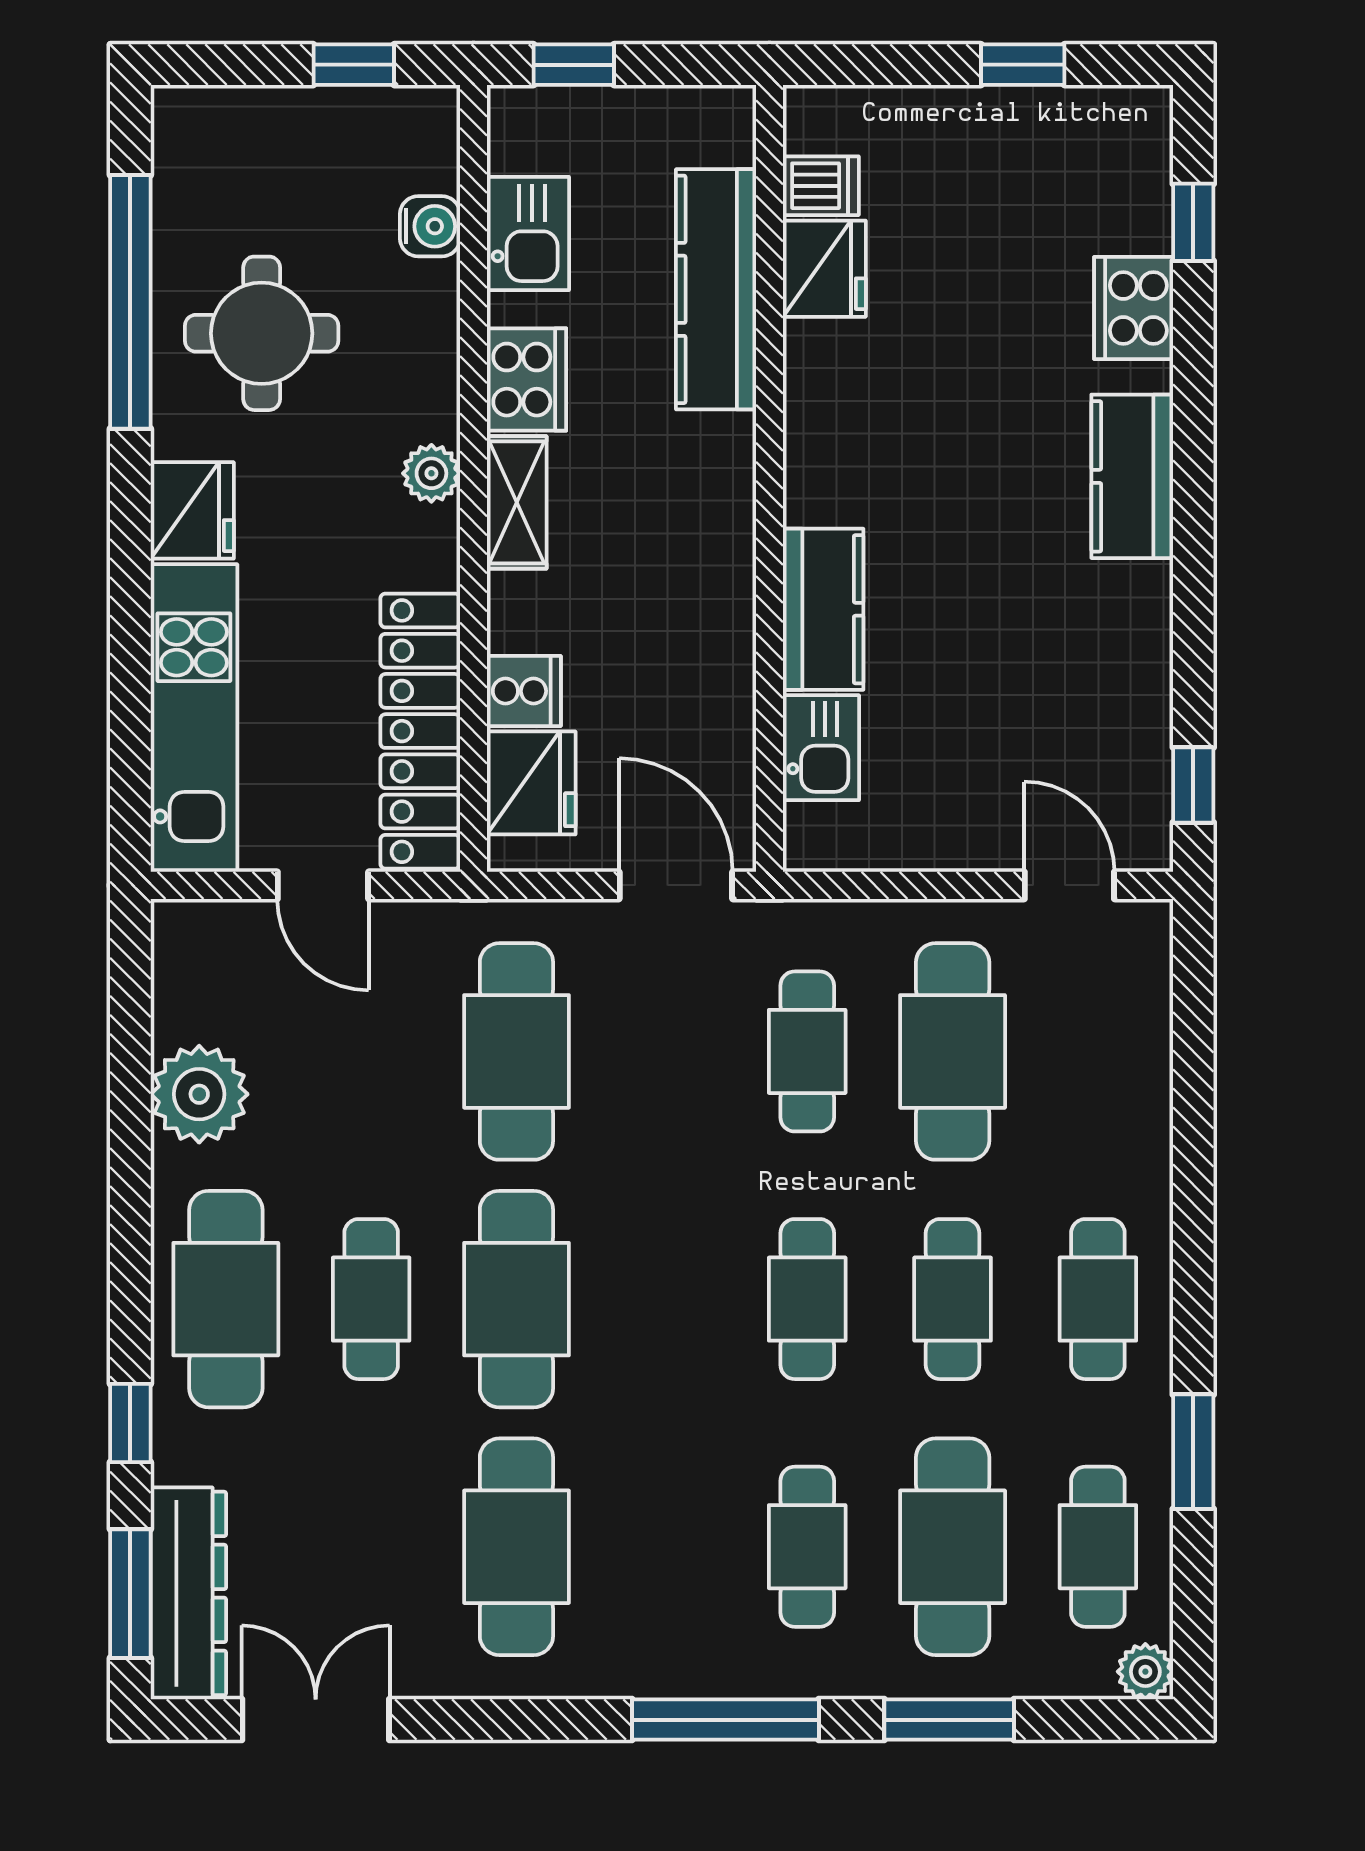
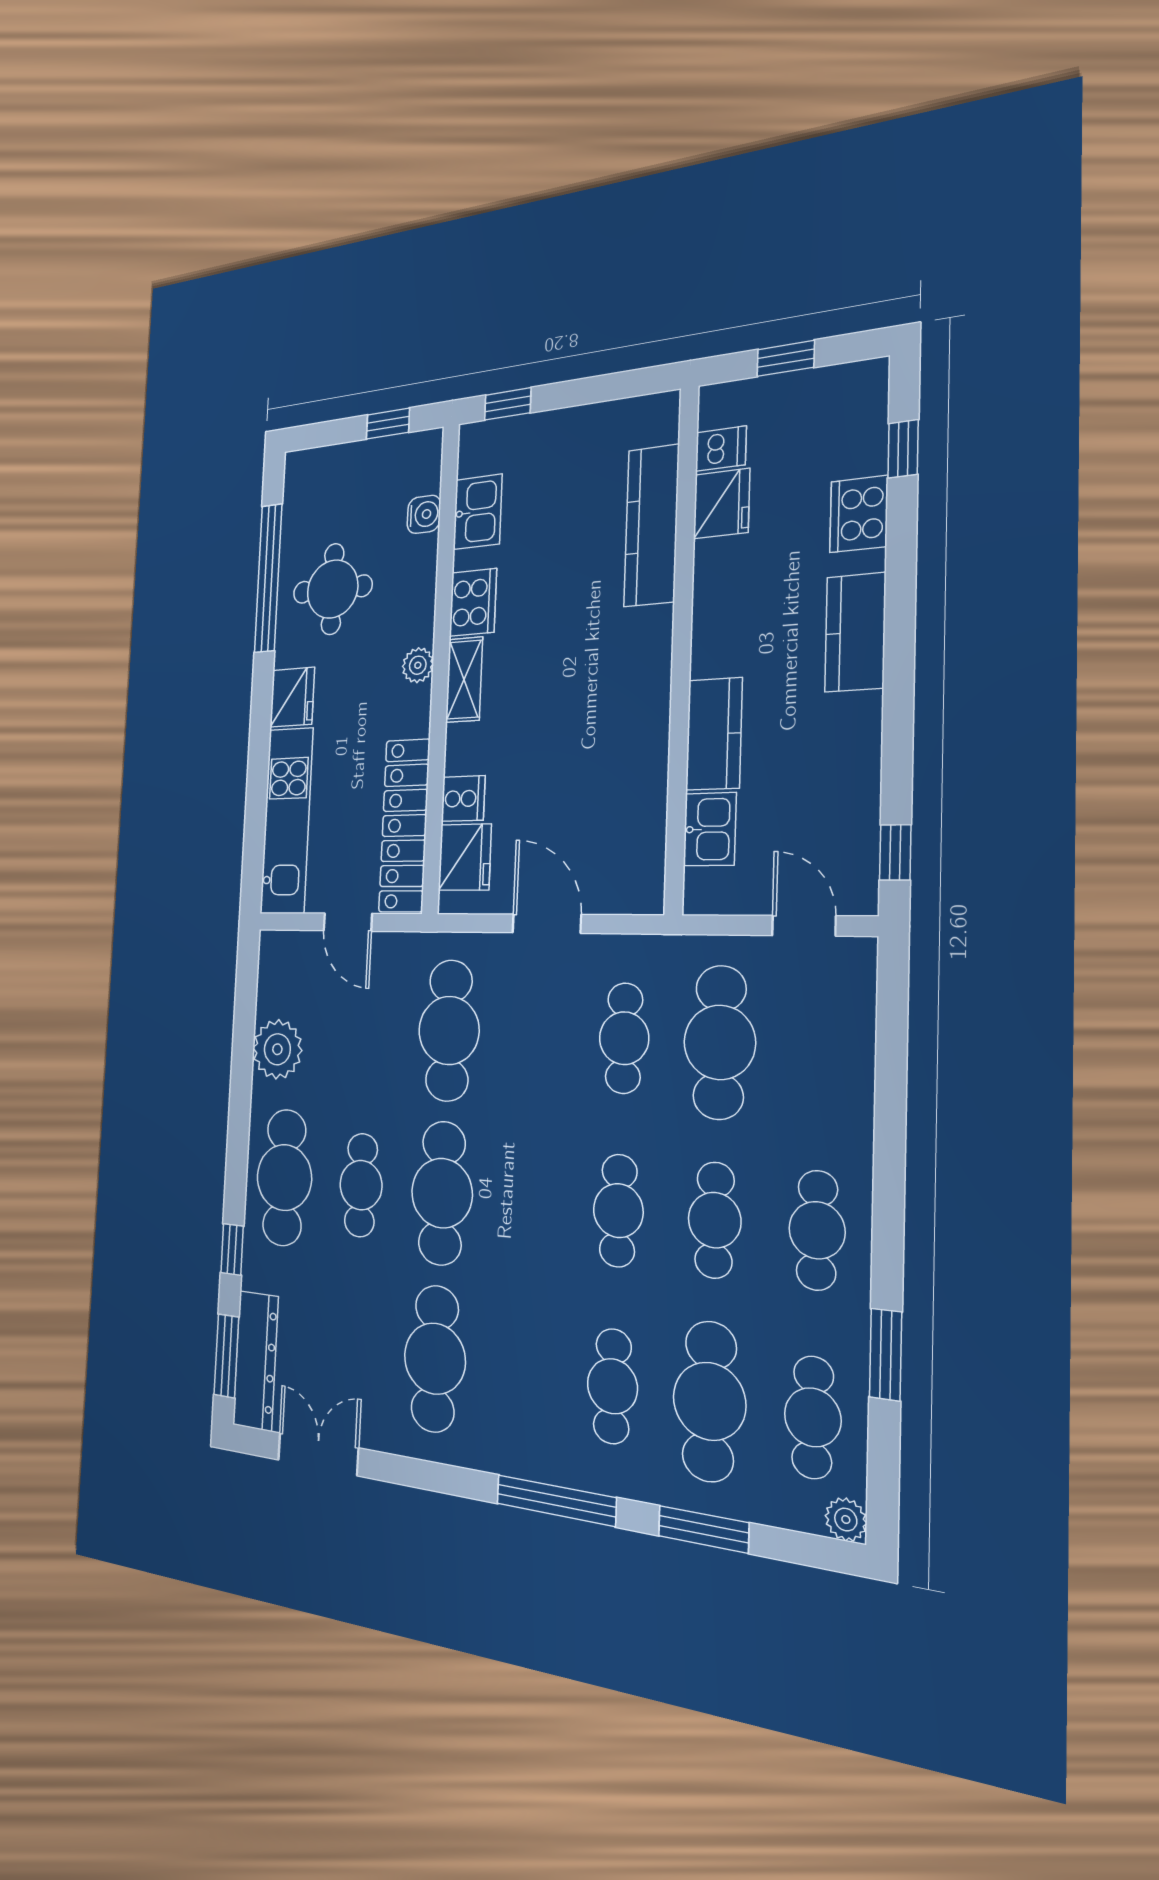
dishwasher: (821, 186) -> (721, 449), moved
fridge: (824, 269) -> (721, 504), moved
kitchen counter: (716, 289) -> (652, 526), moved
wall: (769, 478) -> (682, 647), moved
kitchen counter: (823, 609) -> (714, 734), moved
kitchen sink: (821, 748) -> (710, 829), moved

